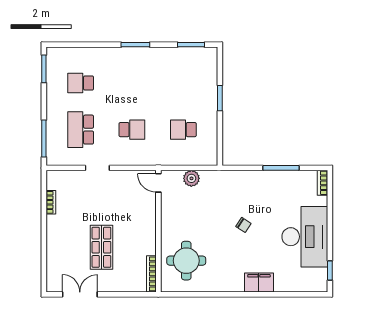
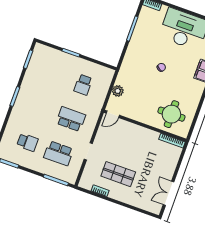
school desk: (81, 83) -> (27, 142), turned -90
school desk: (132, 130) -> (71, 119), width x1.85
shop shelf: (101, 247) -> (118, 174), moved

